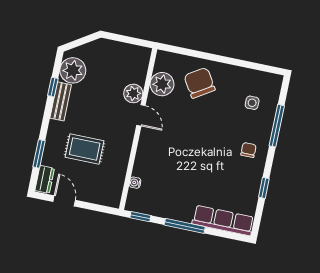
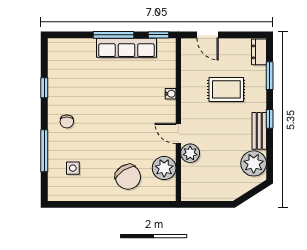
window: (53, 87) -> (270, 119), moved
water cooler: (135, 183) -> (171, 94), moved
door: (64, 201) -> (208, 35), moved
row of seats: (223, 221) -> (126, 48), moved

